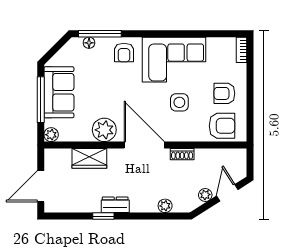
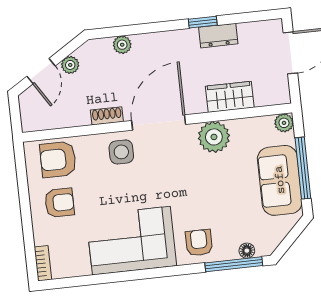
side table: (179, 102) -> (121, 152), moved
door: (144, 145) -> (159, 122), swing flipped
dresser: (115, 205) -> (218, 36), moved

